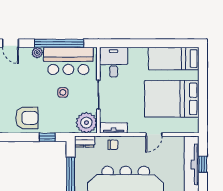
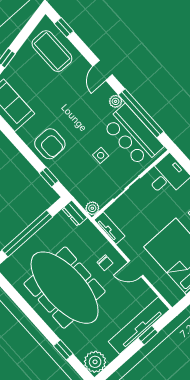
plant: (86, 123) -> (92, 208), width x0.53, depth x0.53
chair: (113, 145) -> (105, 263), moved

